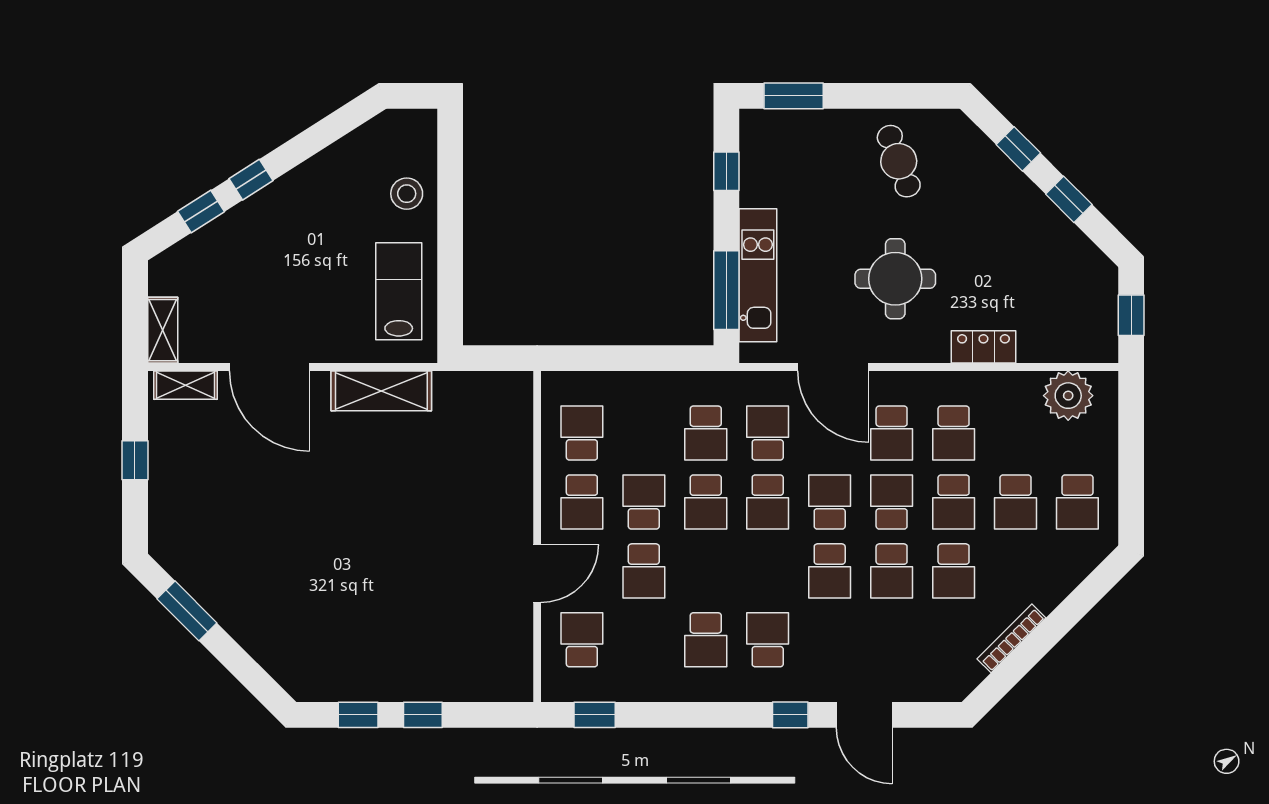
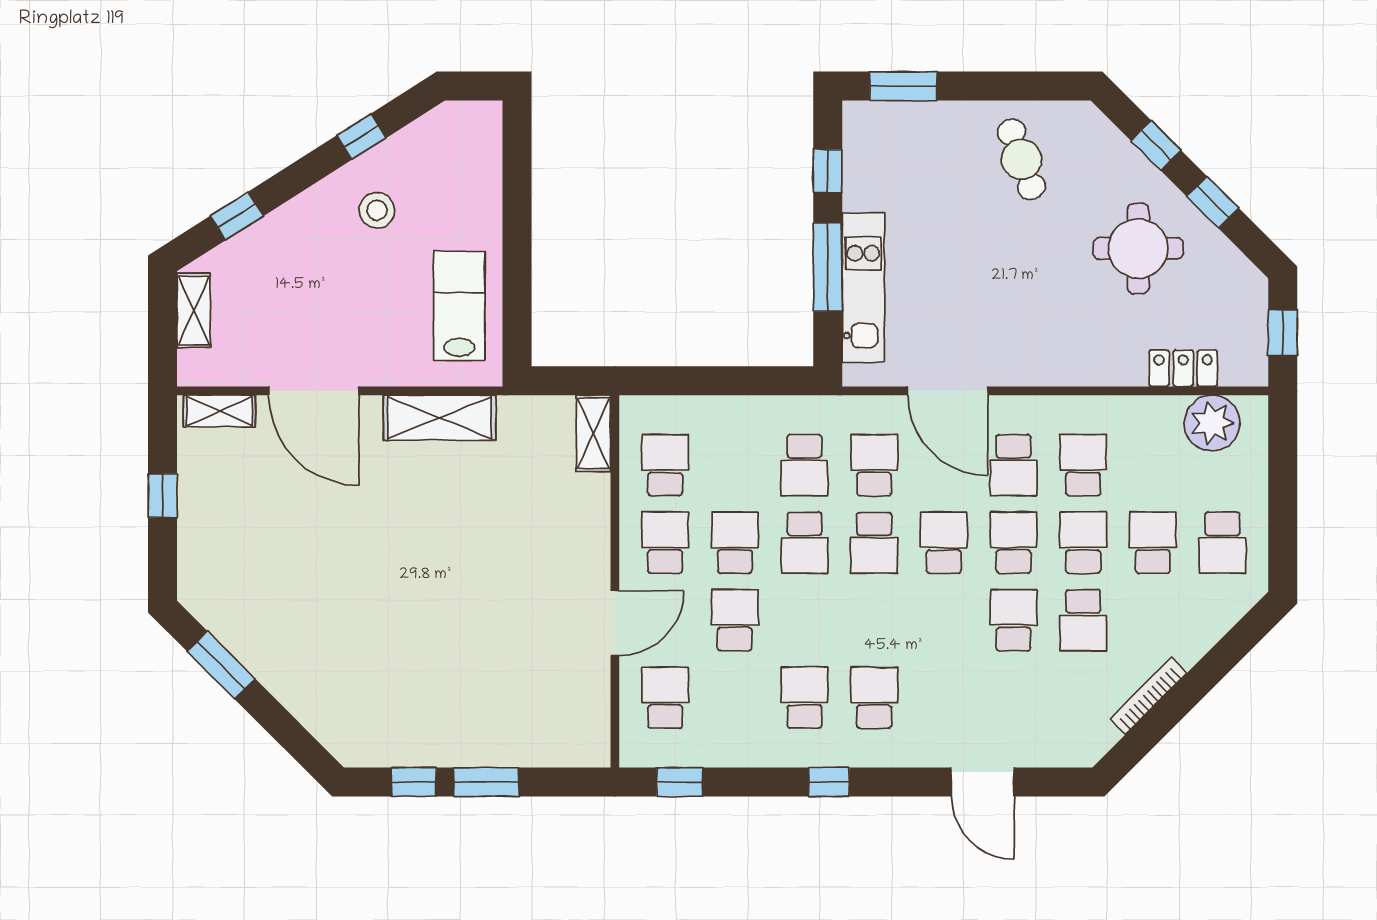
window: (251, 180) -> (361, 137), moved
stool: (407, 194) -> (377, 210), moved
round table: (895, 279) -> (1138, 248), moved
window: (726, 290) -> (828, 267), moved
shelving: (163, 330) -> (194, 310), moved
locker: (983, 347) -> (1183, 368), moved
shelving: (518, 405) -> (593, 433), added
school desk: (954, 433) -> (1083, 465), turned 180
school desk: (582, 502) -> (665, 543), turned 180
school desk: (954, 502) -> (1083, 543), turned 180
school desk: (1016, 502) -> (1153, 543), turned 180
school desk: (644, 571) -> (735, 620), turned 180
school desk: (830, 571) -> (944, 620), removed
school desk: (892, 571) -> (1013, 620), turned 180
school desk: (706, 640) -> (804, 698), turned 180
window: (423, 715) -> (486, 782), width x1.50
window: (790, 715) -> (829, 782), moved

